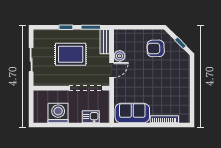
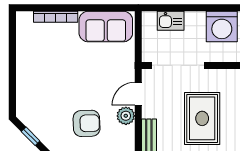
armchair: (156, 48) -> (87, 123), moved
rug: (71, 54) -> (202, 118), turned 90

